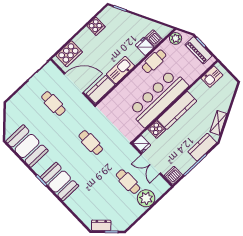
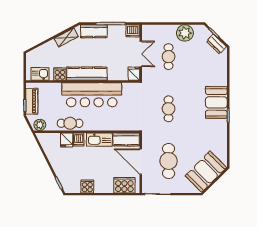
dishwasher: (154, 38) -> (79, 140), moved
cafe table: (53, 103) -> (169, 161), width x1.37, depth x1.35
cooker: (157, 129) -> (60, 74), moved
booth: (27, 146) -> (206, 172), moved, turned 45
plant: (146, 198) -> (185, 33), moved

